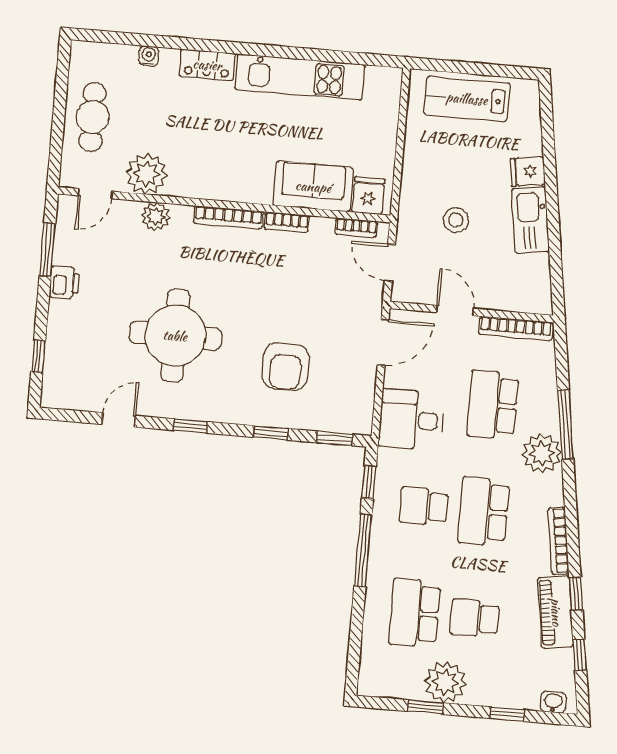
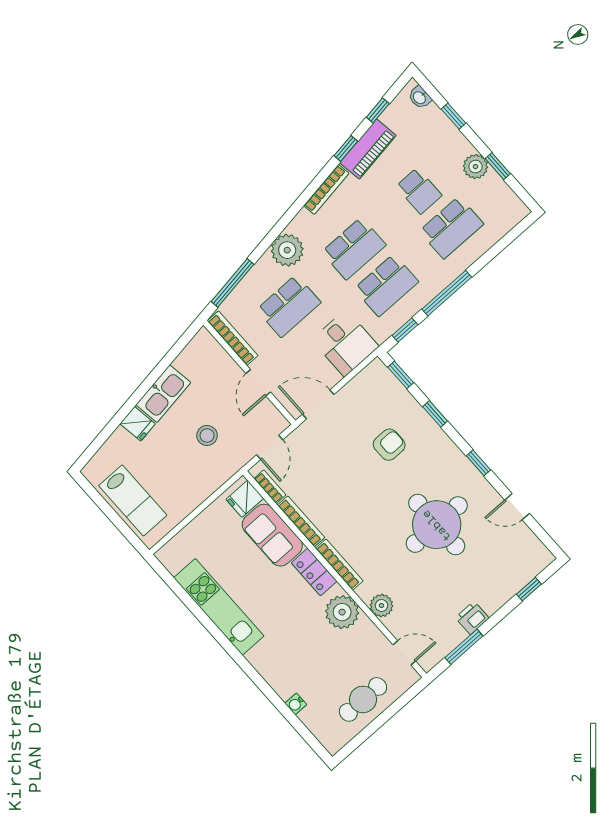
locker: (207, 65) -> (314, 572), moved, turned 180
plant: (146, 174) -> (342, 612), moved
bookcase: (287, 222) -> (301, 521), width x1.56
armchair: (286, 366) -> (389, 445), width x0.72, depth x0.72
window: (566, 425) -> (232, 283), moved
school desk: (424, 506) -> (386, 285), width x1.85
plant: (445, 682) -> (476, 167), width x0.73, depth x0.73

